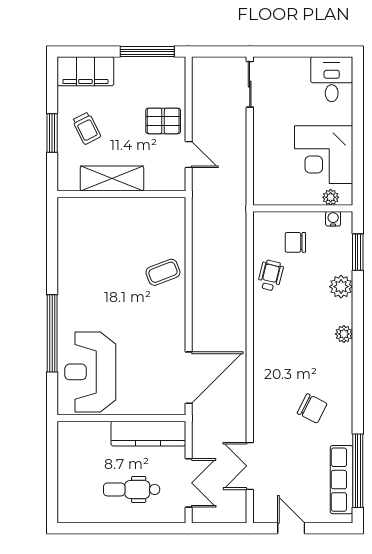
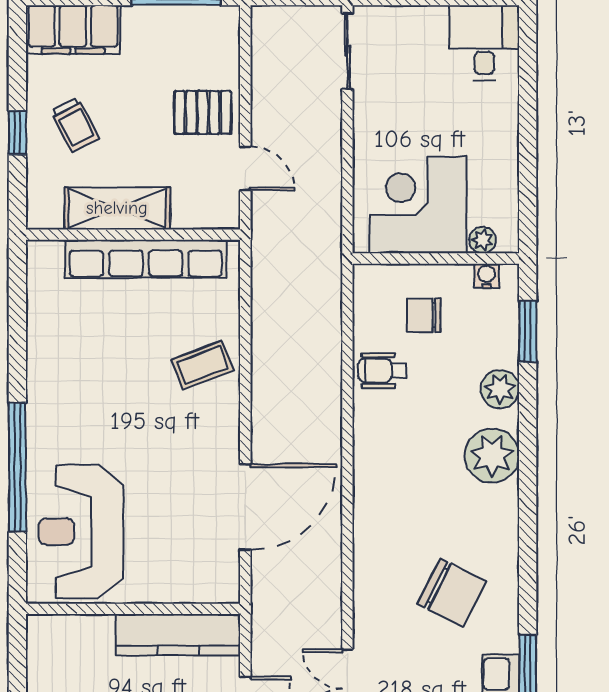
window: (52, 133) -> (17, 132), width x0.67
corner desk: (324, 155) -> (418, 205), moved, turned 90
row of seats: (129, 209) -> (146, 259), added
wheelchair: (270, 275) -> (382, 370), turned -104
plant: (344, 334) -> (492, 456), width x1.88, depth x1.88
door: (189, 378) -> (245, 507), moved
chair: (312, 408) -> (452, 593), width x1.37, depth x1.37

